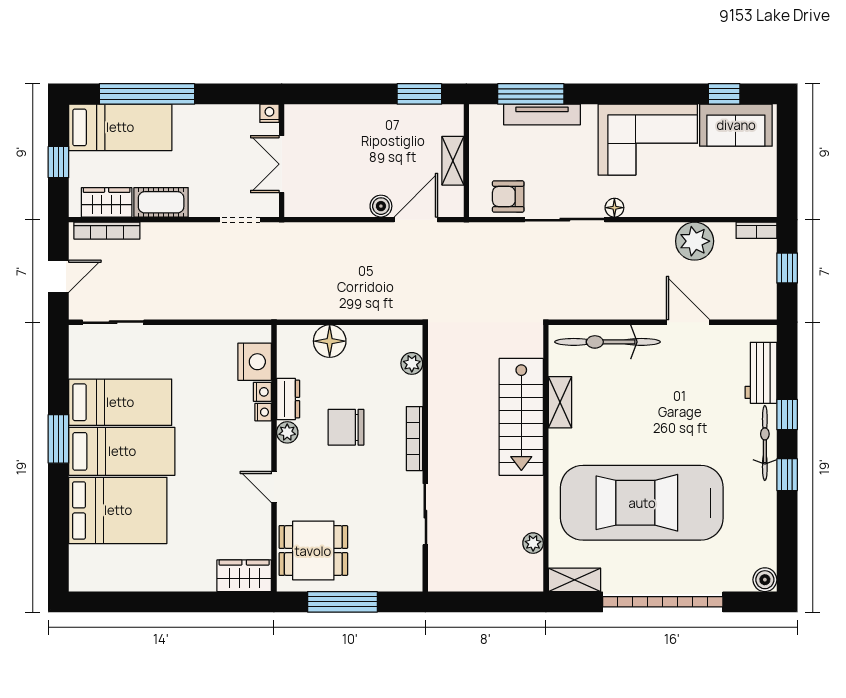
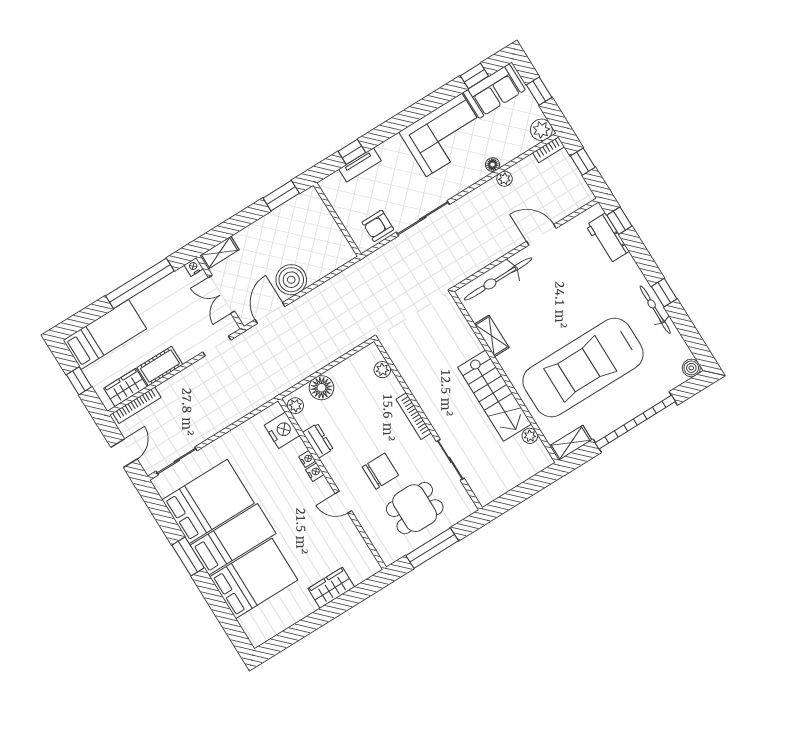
window: (147, 94) -> (140, 283), moved
window: (531, 94) -> (352, 152), width x0.46
tv unit: (542, 115) -> (360, 165), width x0.71
window: (787, 157) -> (539, 91), added
shelving: (453, 161) -> (219, 253), moved, turned 90
plant: (762, 203) -> (541, 130), added
boiler: (381, 206) -> (291, 280), width x1.86, depth x1.86
floor lamp: (614, 208) -> (493, 165), moved
door: (416, 220) -> (270, 313), moved
plant: (695, 241) -> (504, 179), width x0.53, depth x0.53
nightstand: (262, 392) -> (315, 472), moved
bed: (120, 402) -> (208, 502), width x1.50
window: (787, 414) -> (619, 221), moved
stairs: (521, 417) -> (495, 396), moved
chair: (346, 427) -> (380, 471), moved, turned 180
plant: (287, 432) -> (295, 406), moved
bicycle: (765, 443) -> (655, 310), moved
dining table: (313, 551) -> (415, 508), moved
wardrobe: (244, 576) -> (331, 588), moved

